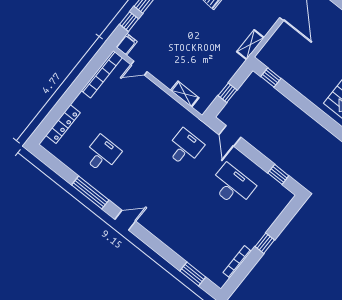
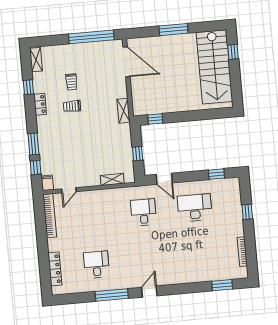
window: (265, 243) -> (247, 212), moved

